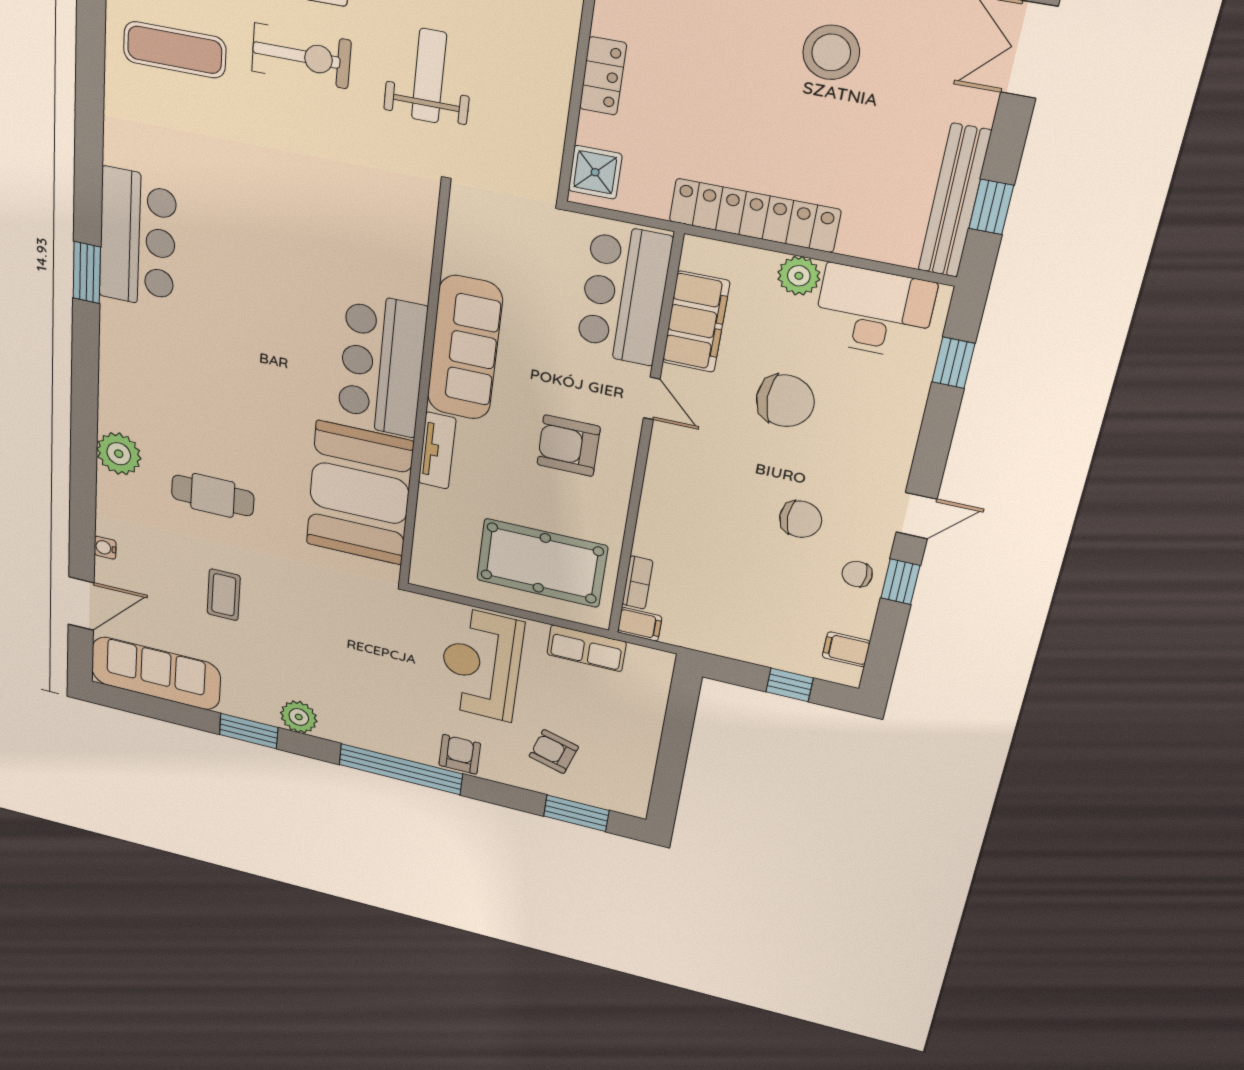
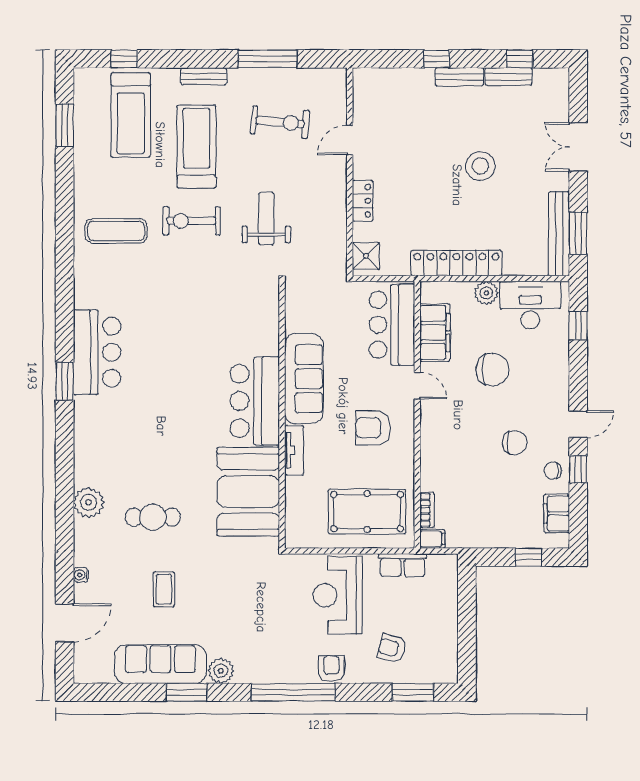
exercise bike: (301, 56) -> (192, 221), turned 180
window: (991, 207) -> (578, 233), width x1.50
filing cabinet: (846, 649) -> (557, 513), width x2.00
sofa: (156, 673) -> (160, 664), moved

